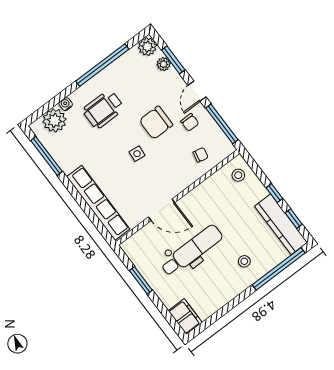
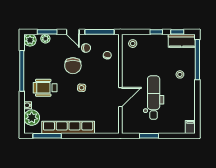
wheelchair: (103, 109) -> (45, 88), turned 90
row of seats: (98, 203) -> (68, 127), moved
kitchen counter: (281, 224) -> (182, 41), width x0.67
filing cabinet: (185, 317) -> (190, 127), width x0.50

